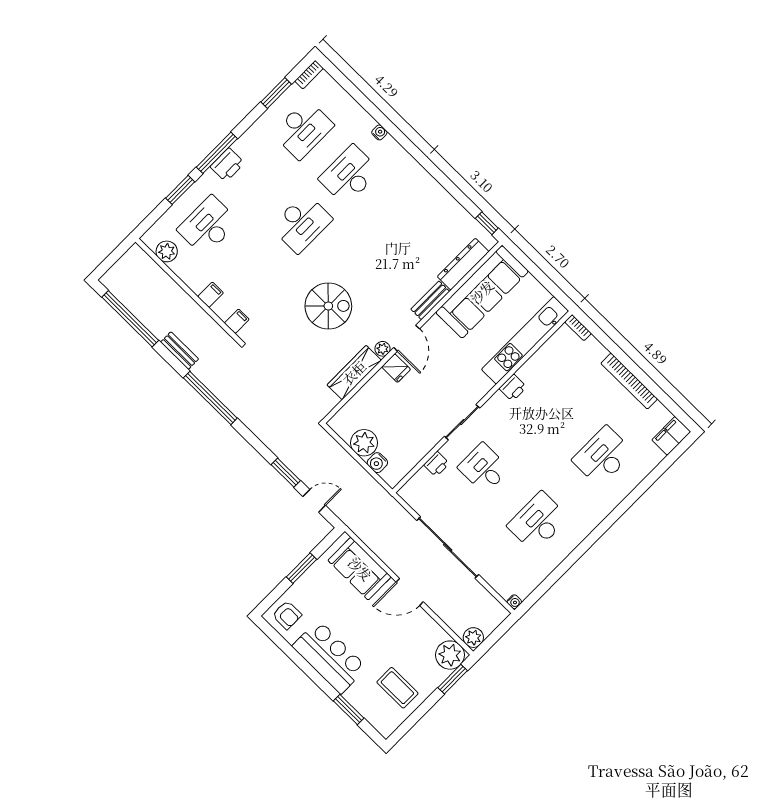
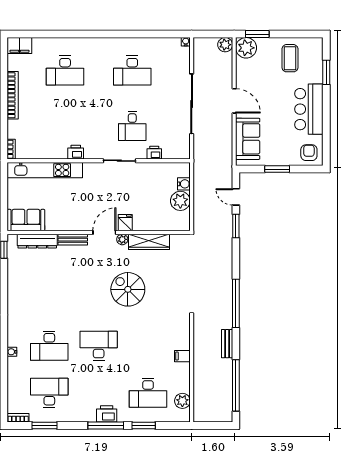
sofa: (482, 292) -> (26, 220), width x0.54, depth x0.79
filing cabinet: (237, 321) -> (183, 329), removed

